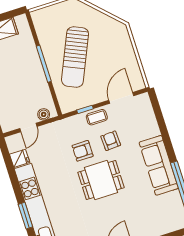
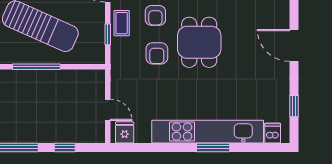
boiler: (44, 114) -> (98, 86), removed
armchair: (111, 141) -> (155, 15), turned -87
fridge: (20, 158) -> (125, 132), moved

